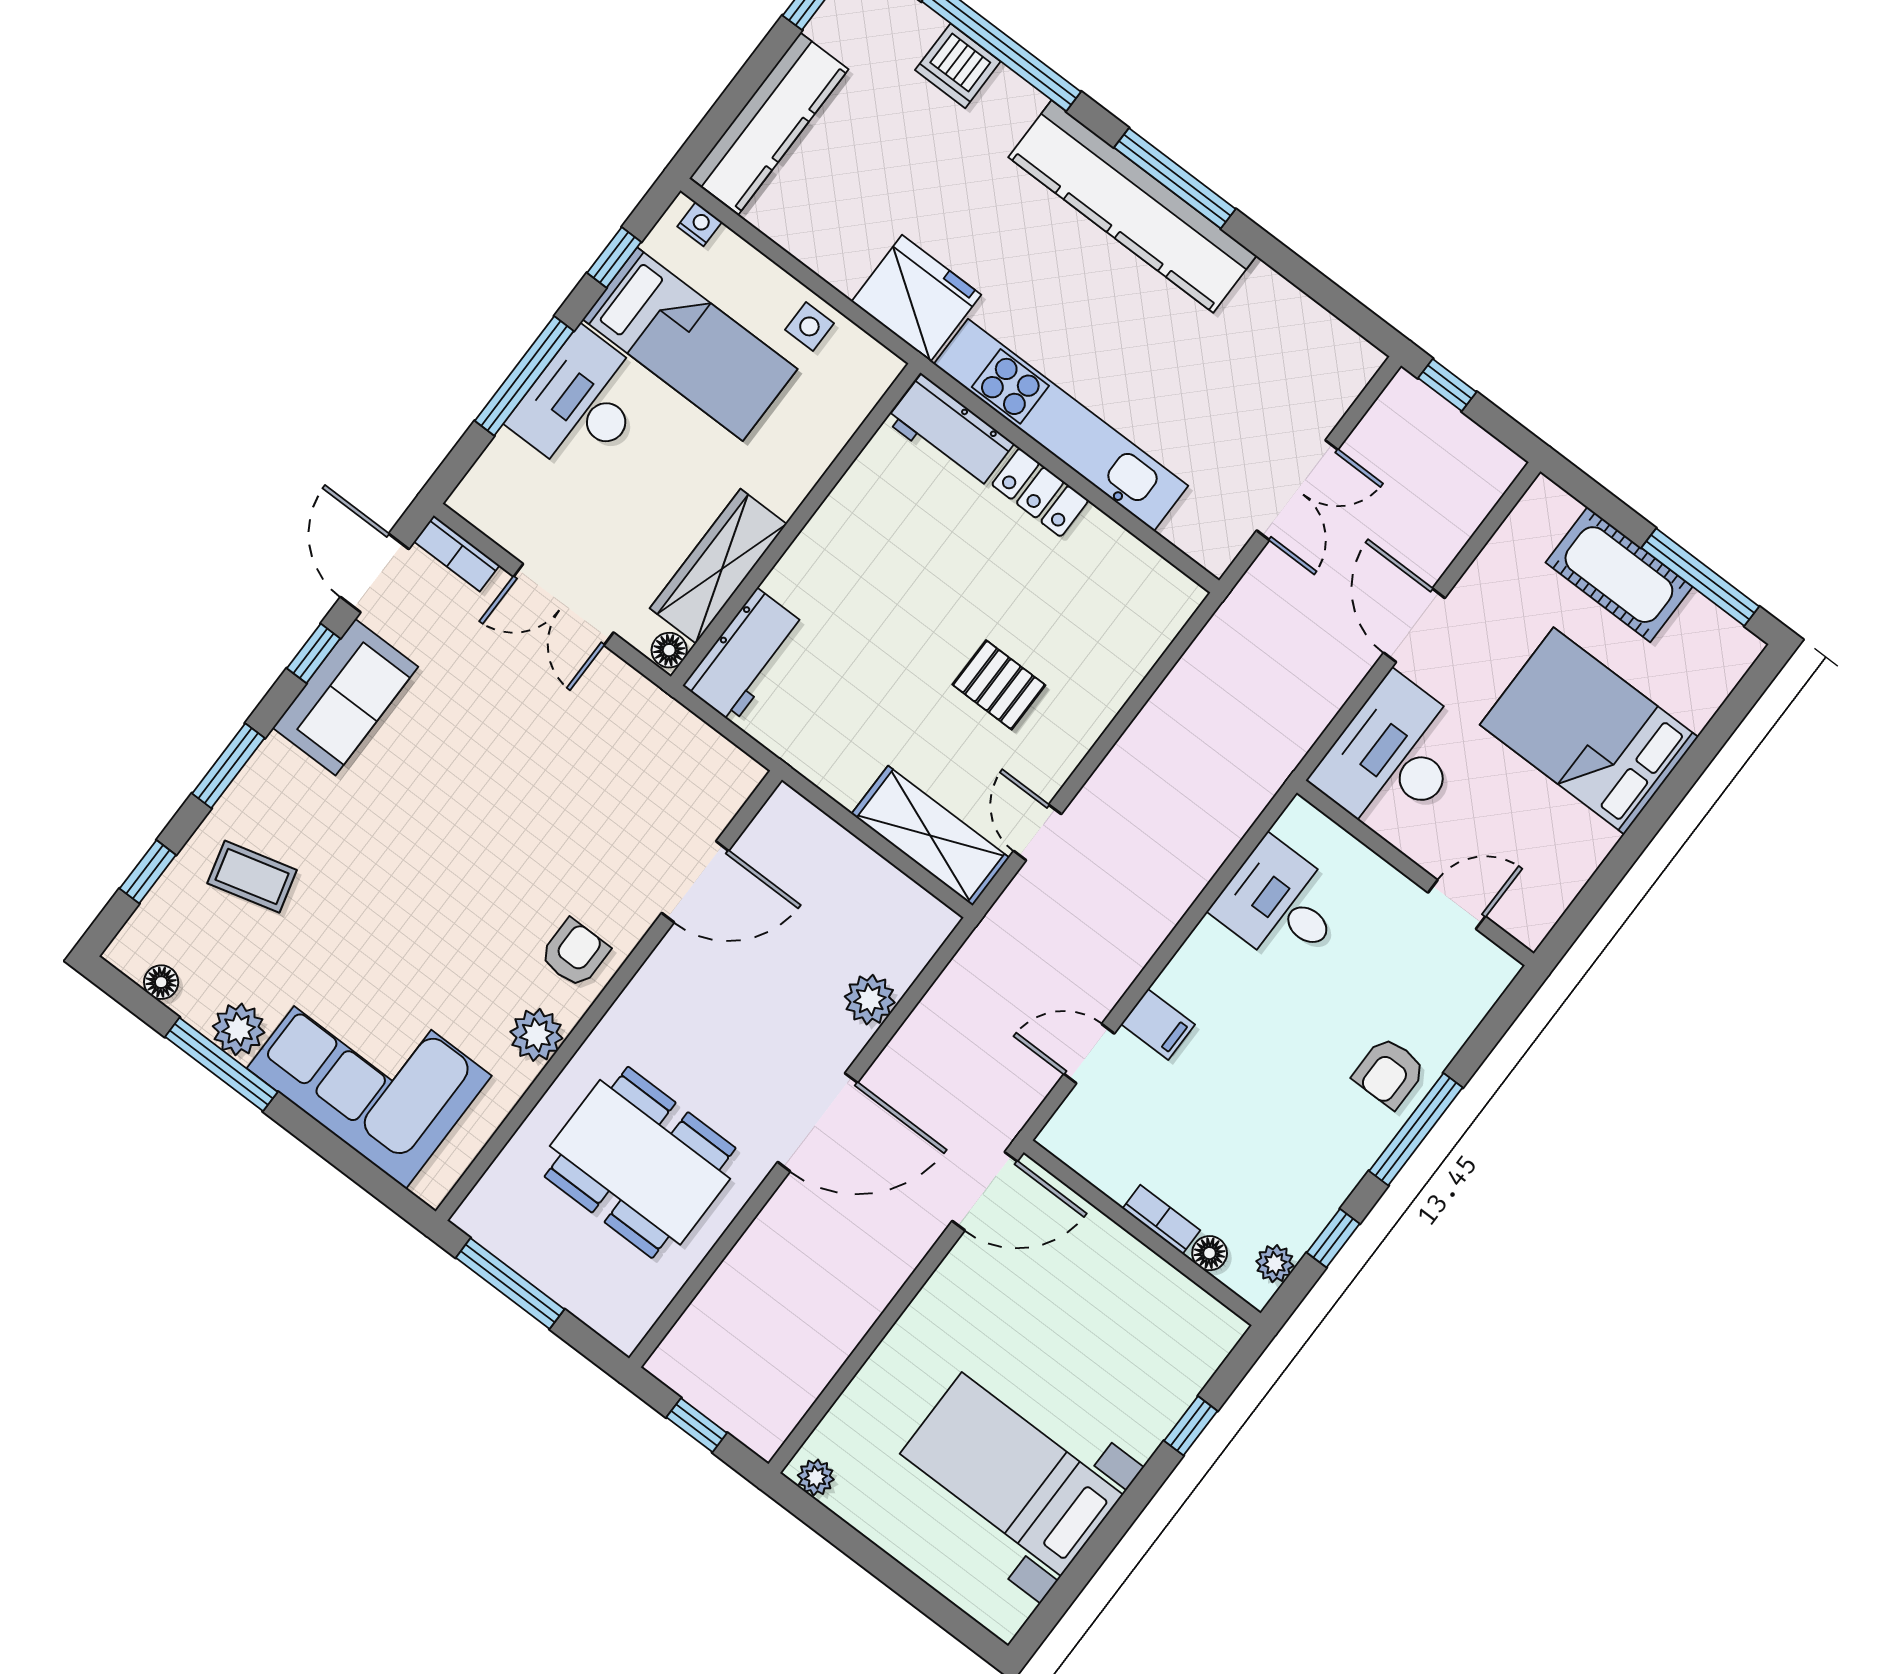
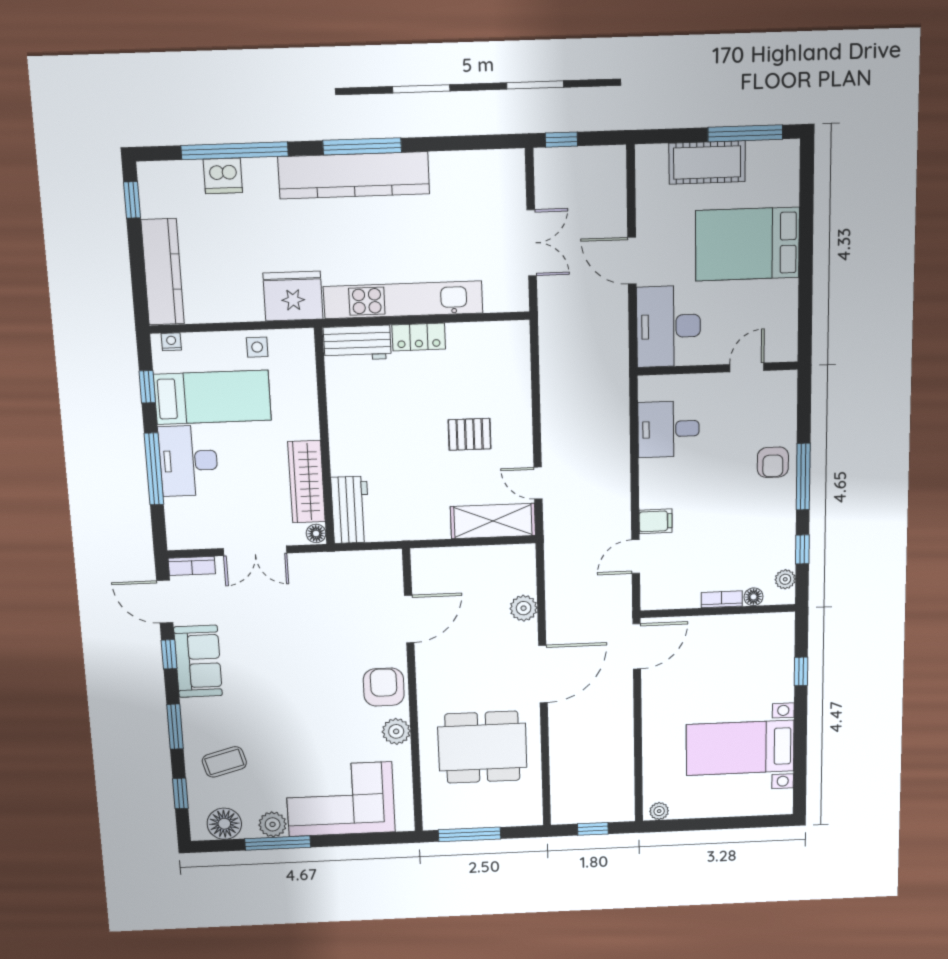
armchair: (575, 953) -> (384, 687), width x1.38, depth x1.38
floor lamp: (161, 982) -> (224, 824), width x1.89, depth x1.89

